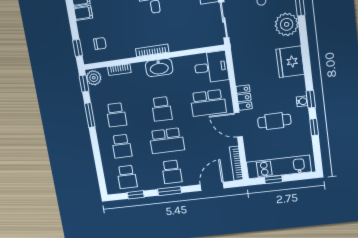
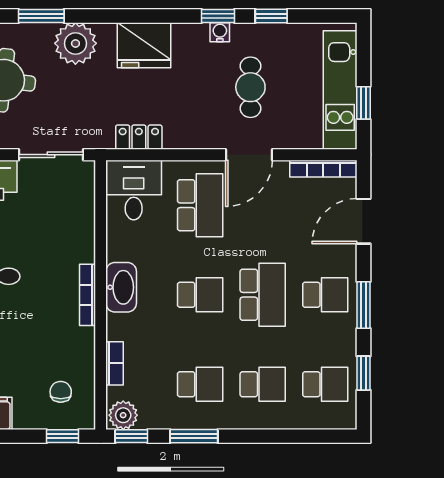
locker: (244, 98) -> (139, 137), moved
door: (212, 186) -> (363, 221), hinge flipped

